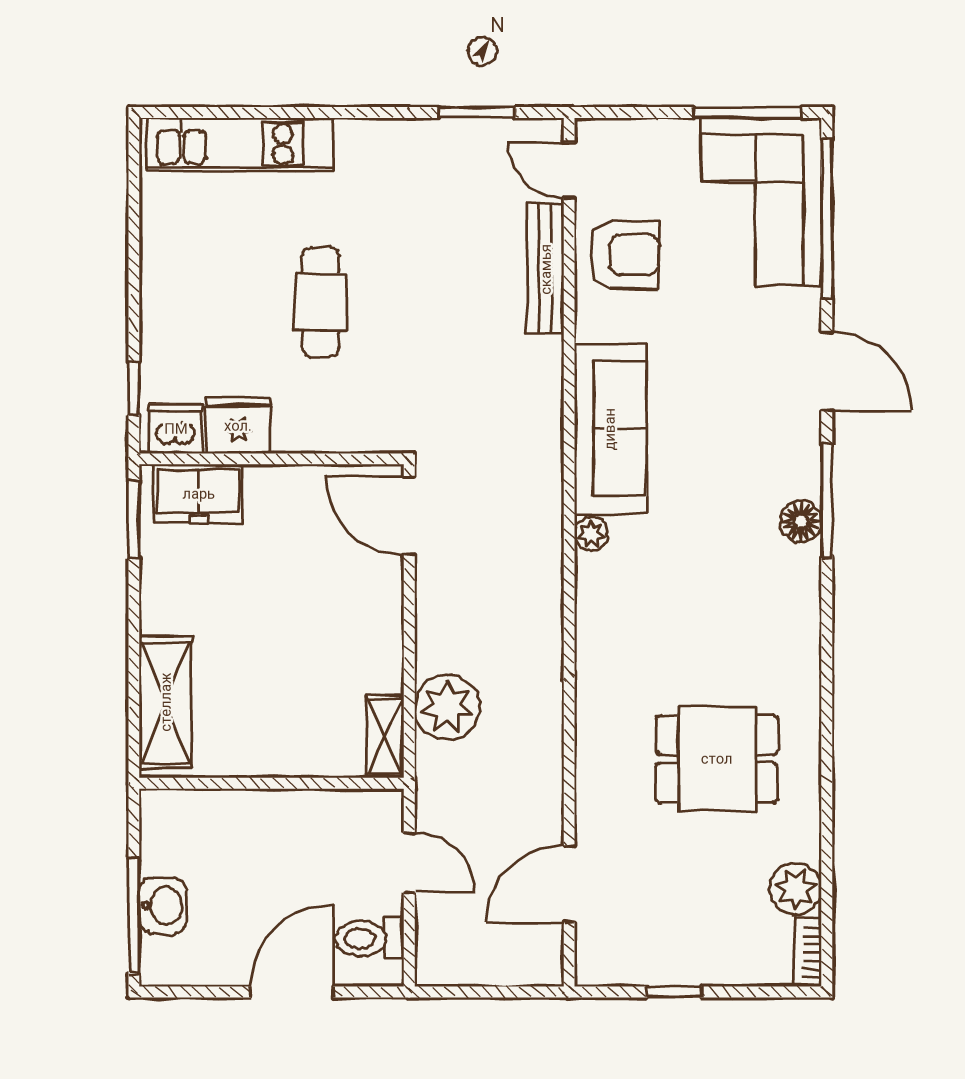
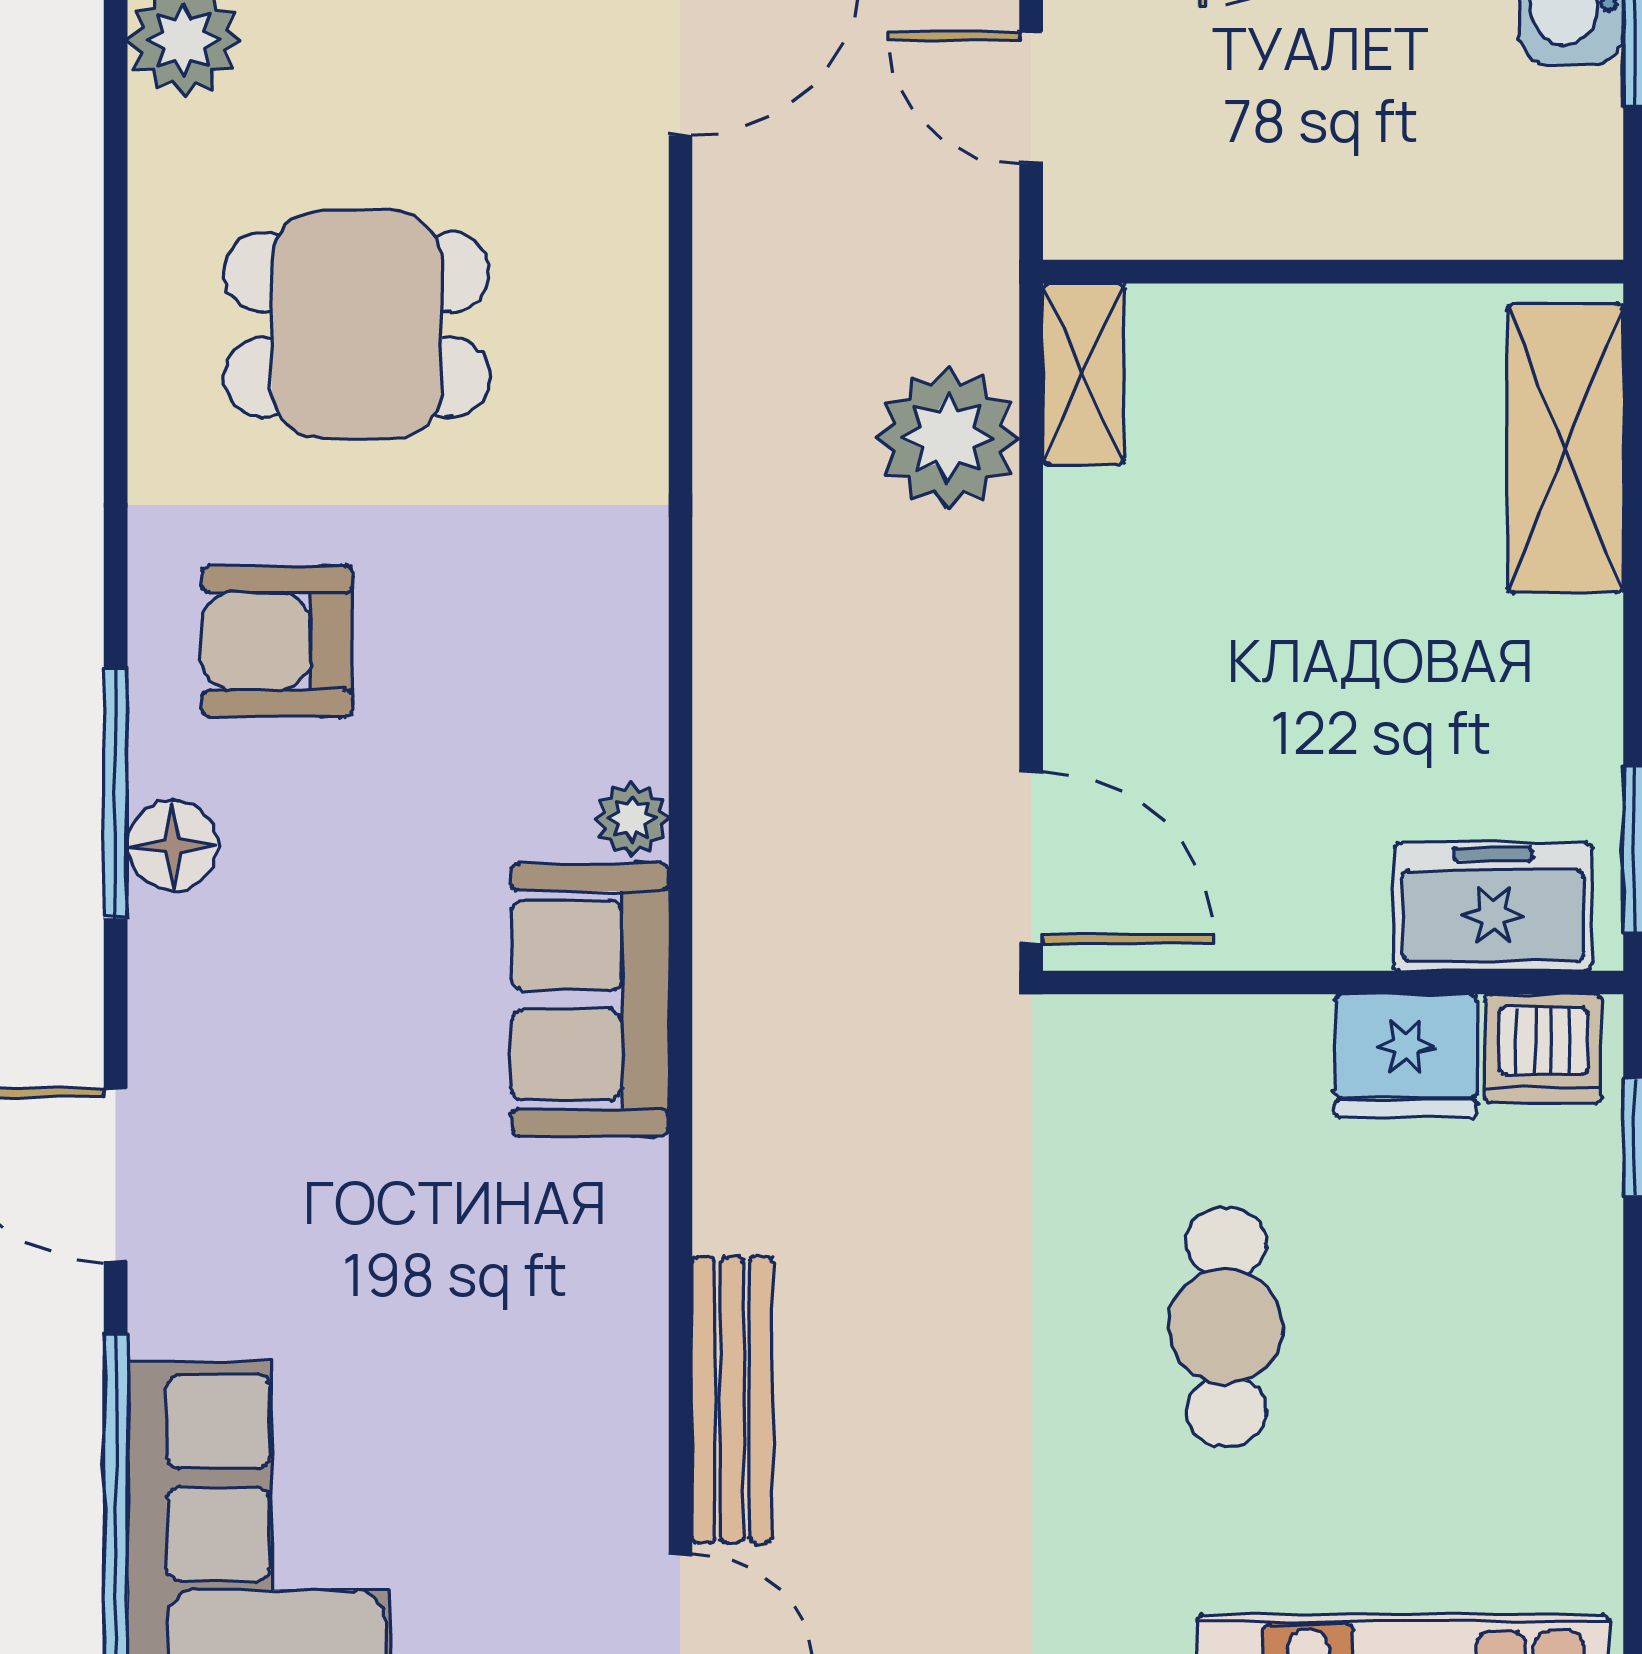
armchair: (625, 255) -> (277, 641), moved
sofa: (610, 429) -> (590, 1000), width x0.73
window: (827, 501) -> (116, 793), moved

